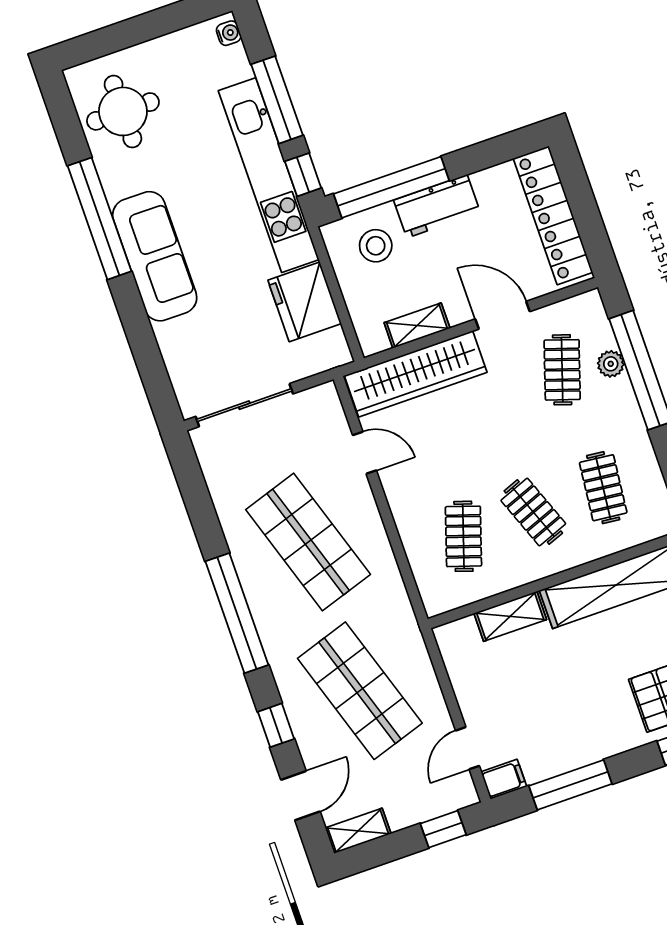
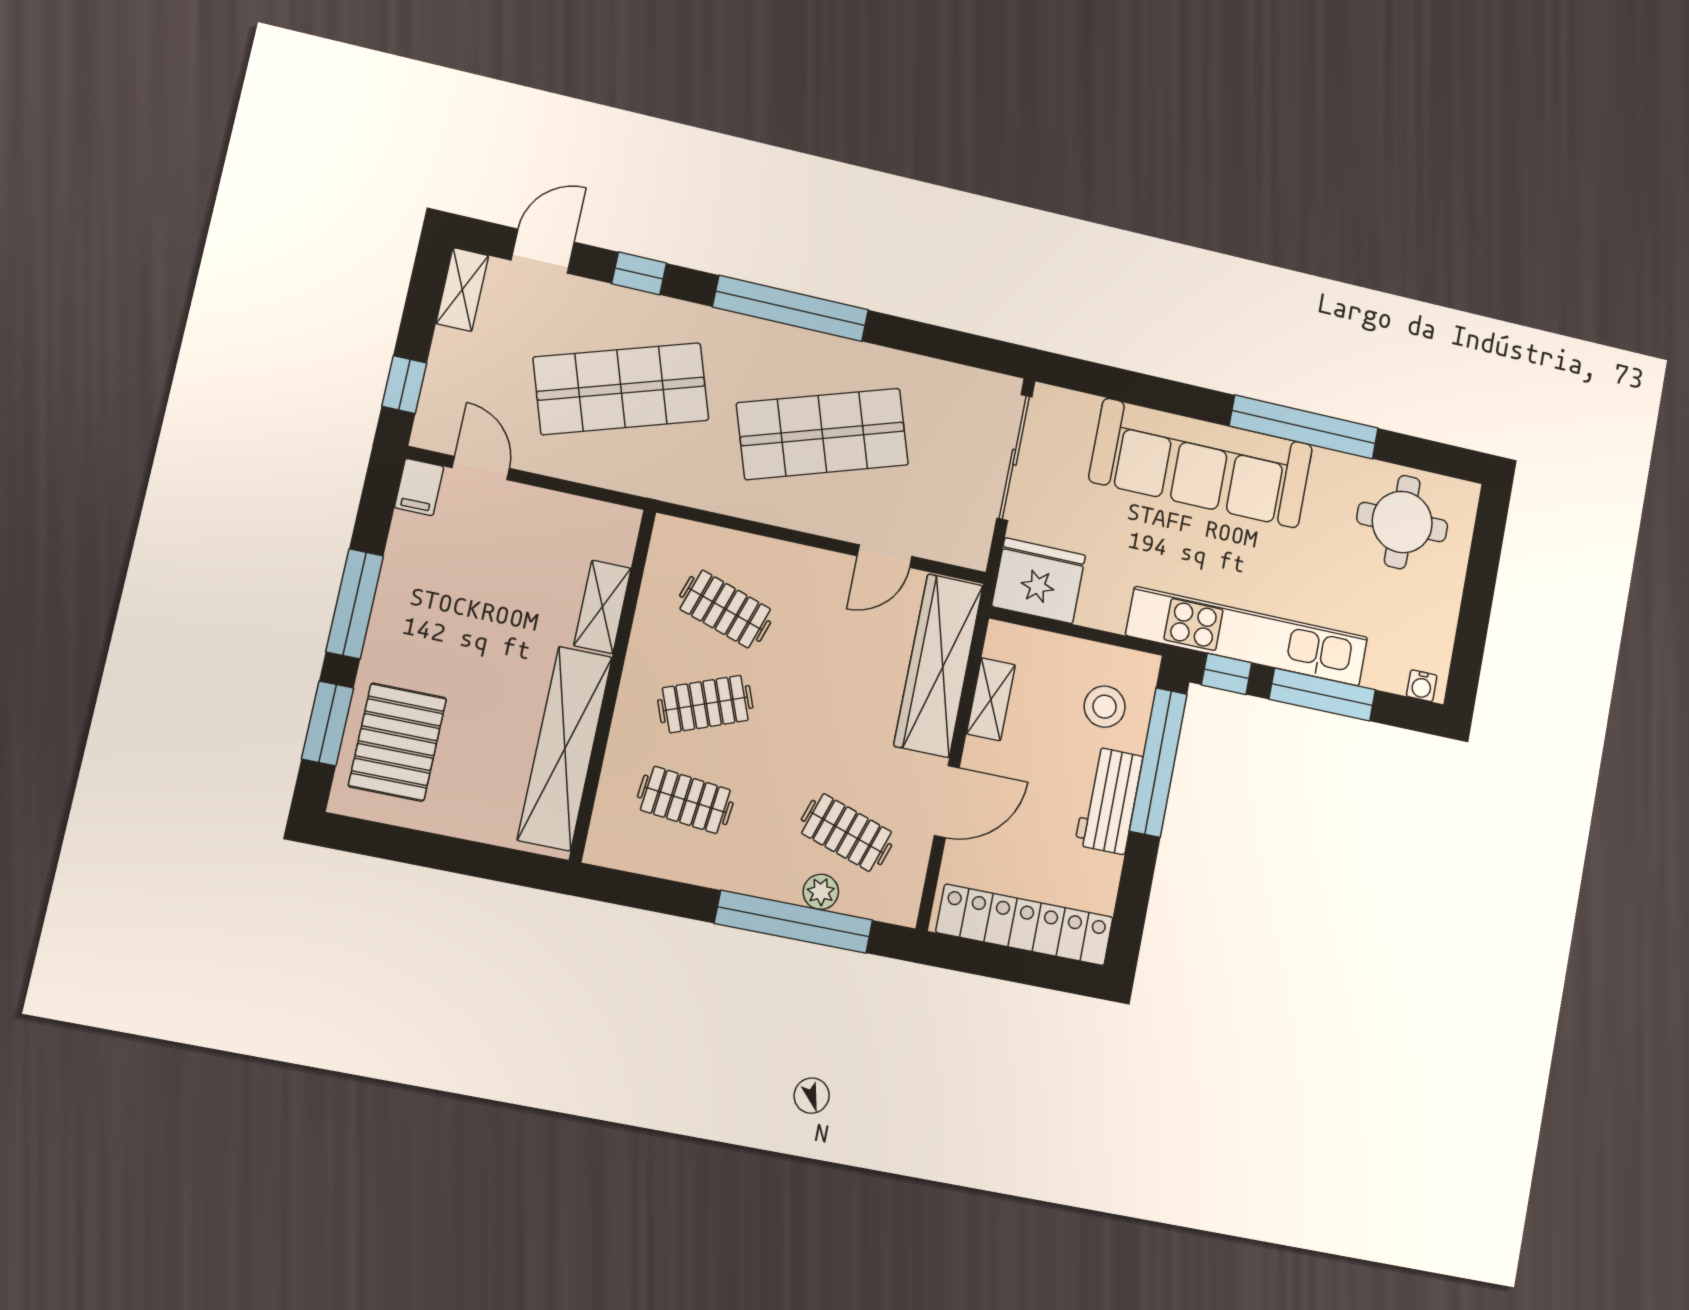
sofa: (155, 256) -> (1201, 463), width x1.36, depth x1.27
fridge: (305, 302) -> (1039, 581), moved
window: (570, 785) -> (355, 604), moved
door: (300, 796) -> (543, 251), swing flipped

